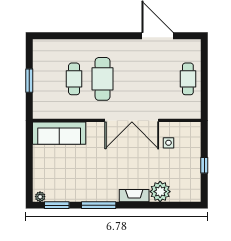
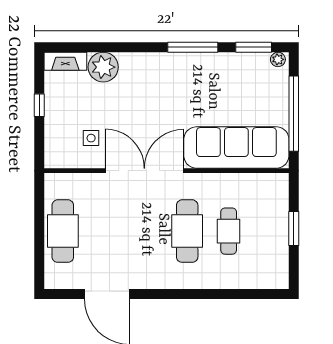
cafe table: (188, 79) -> (63, 231), width x1.37, depth x1.35
sofa: (59, 133) -> (236, 147), width x1.36, depth x1.27
window: (29, 160) -> (294, 114), added
fireplace: (134, 196) -> (65, 61), moved

